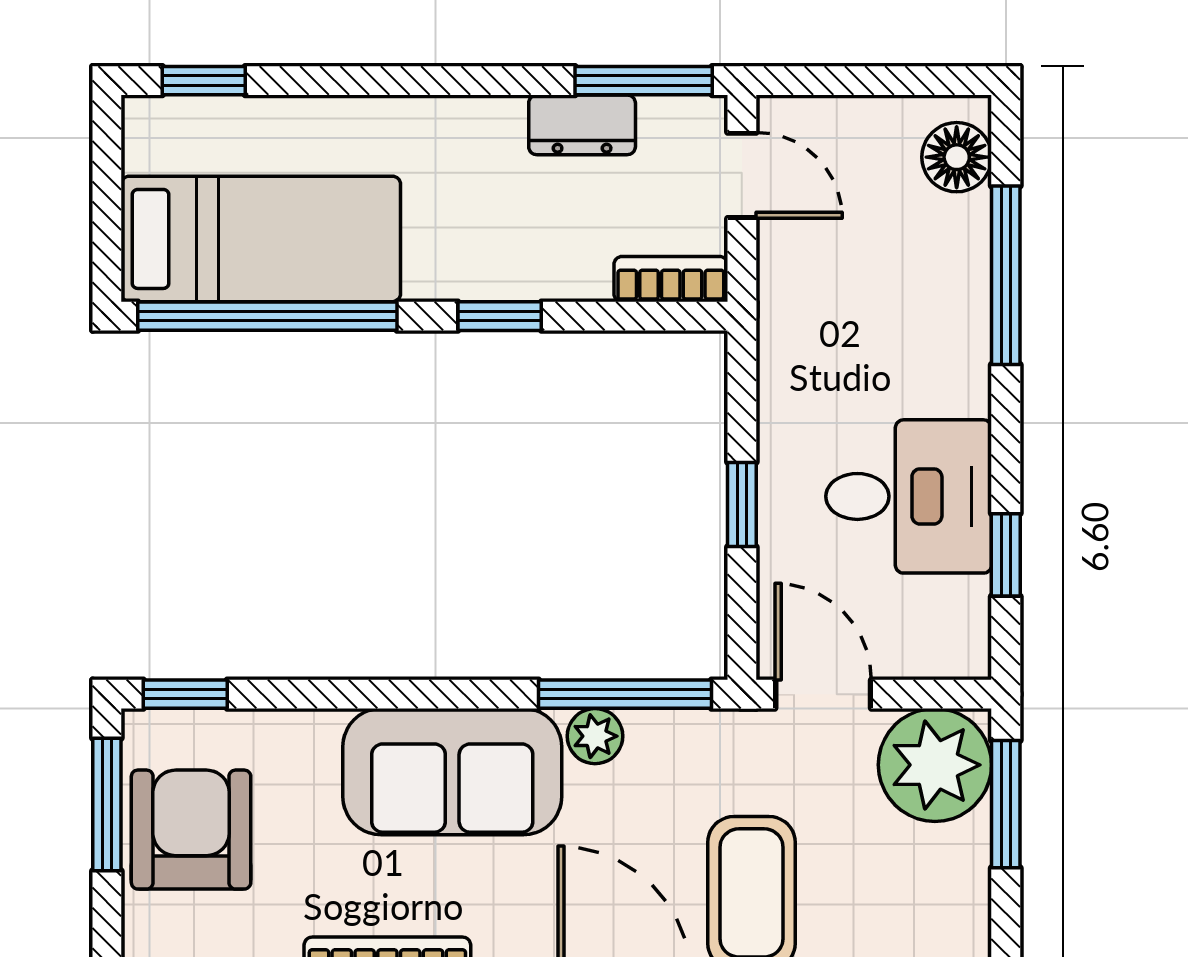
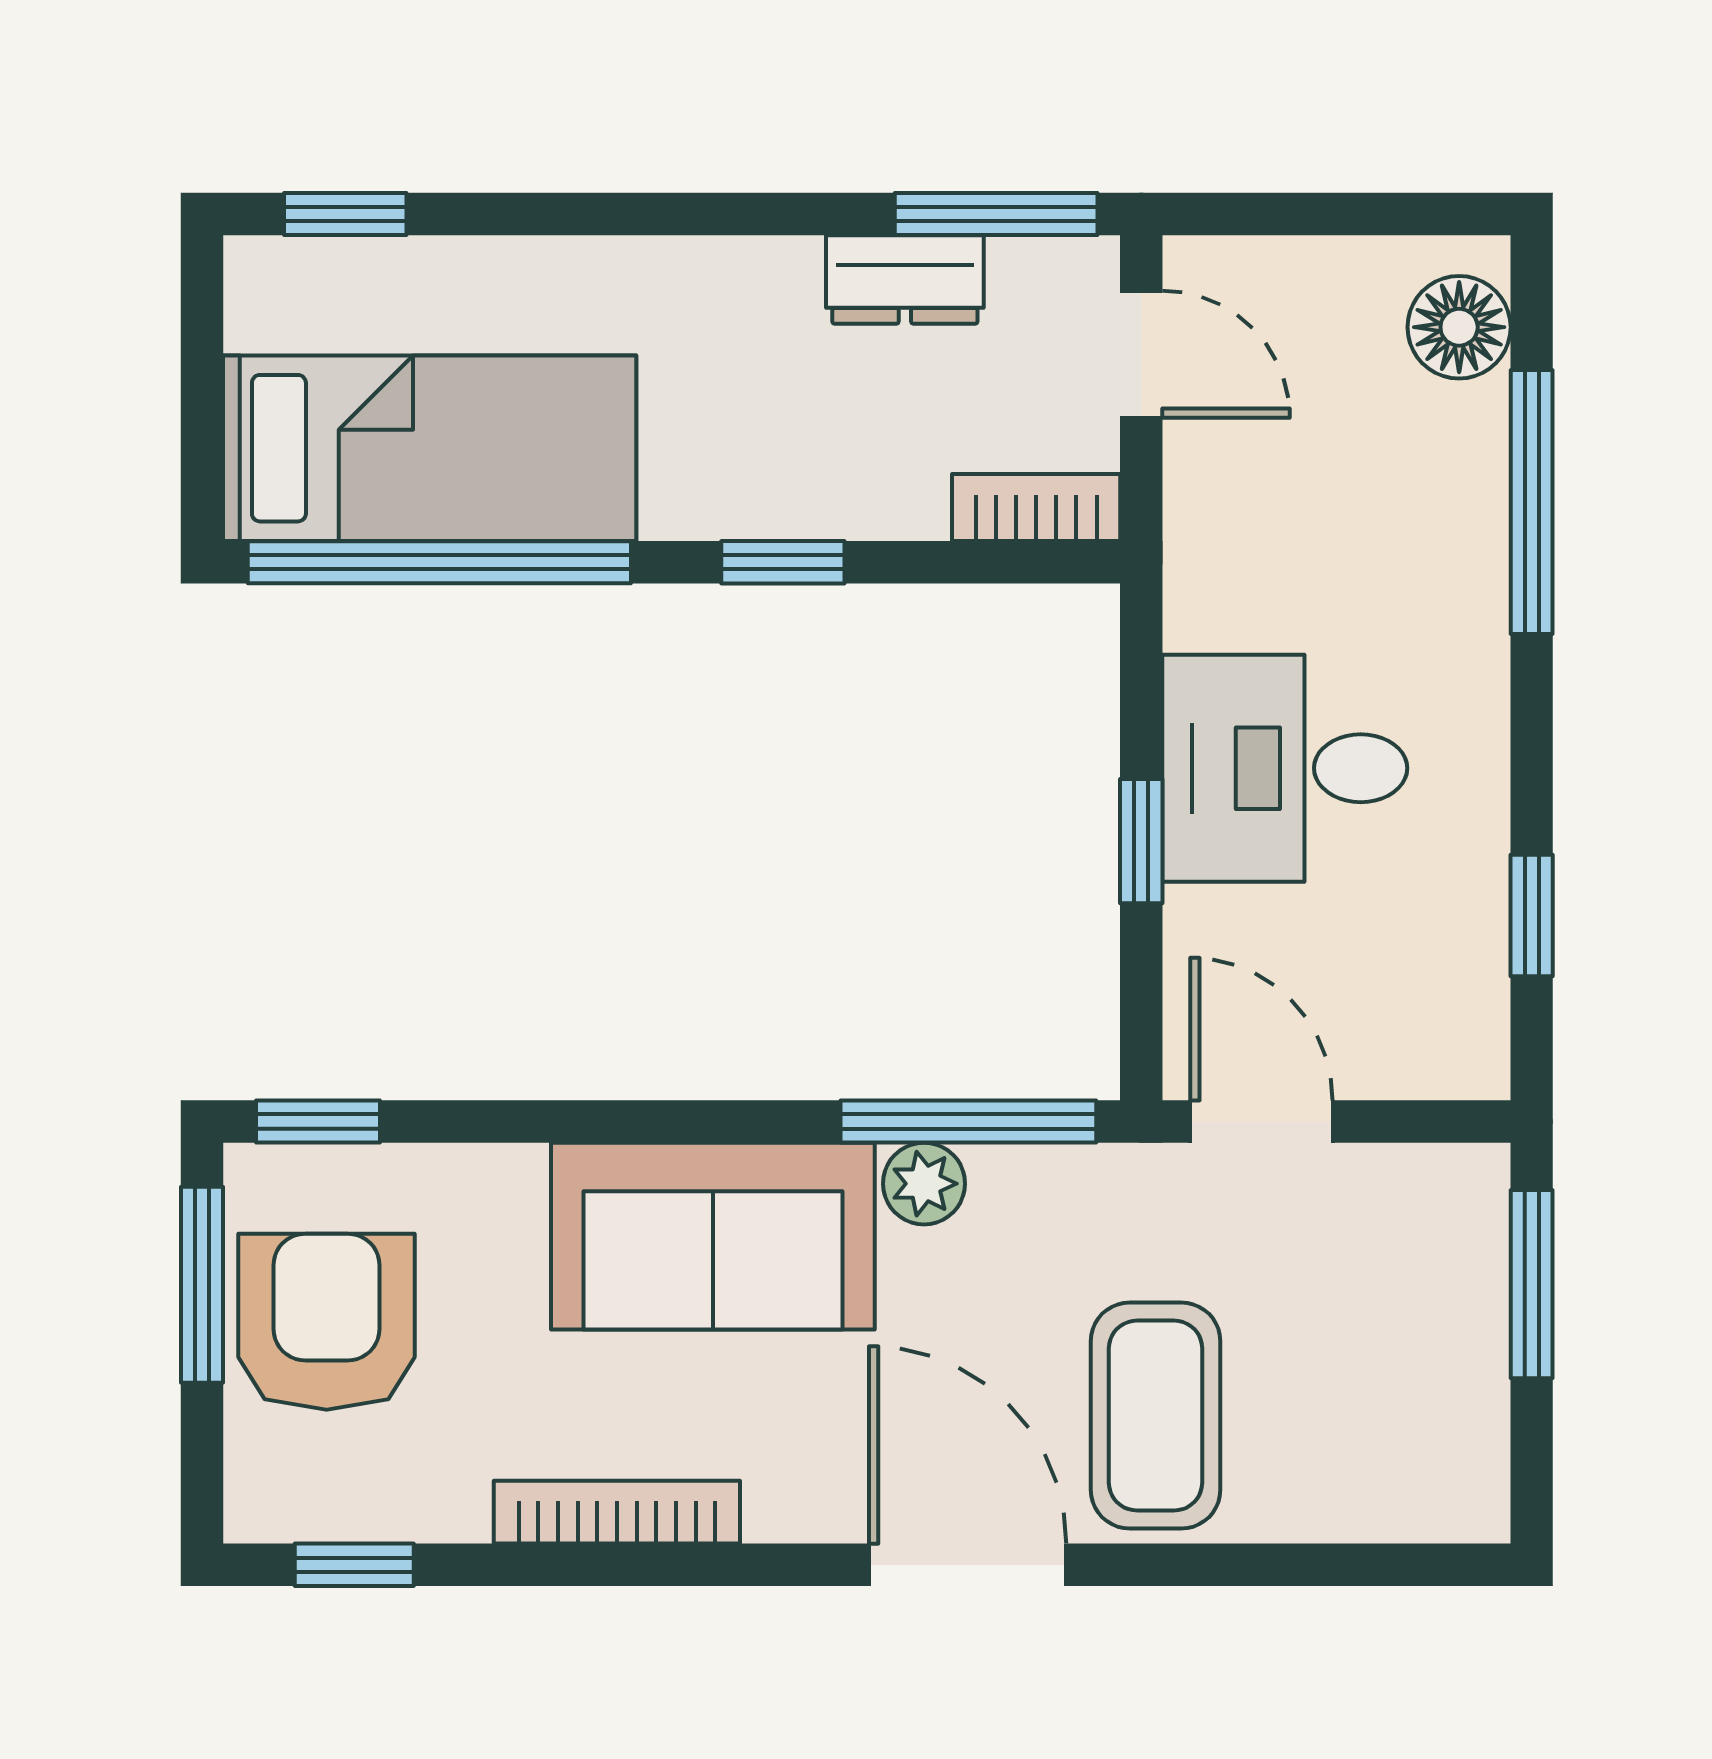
desk: (909, 496) -> (1285, 768), moved, turned 180
plant: (935, 765) -> (1427, 1226), removed

